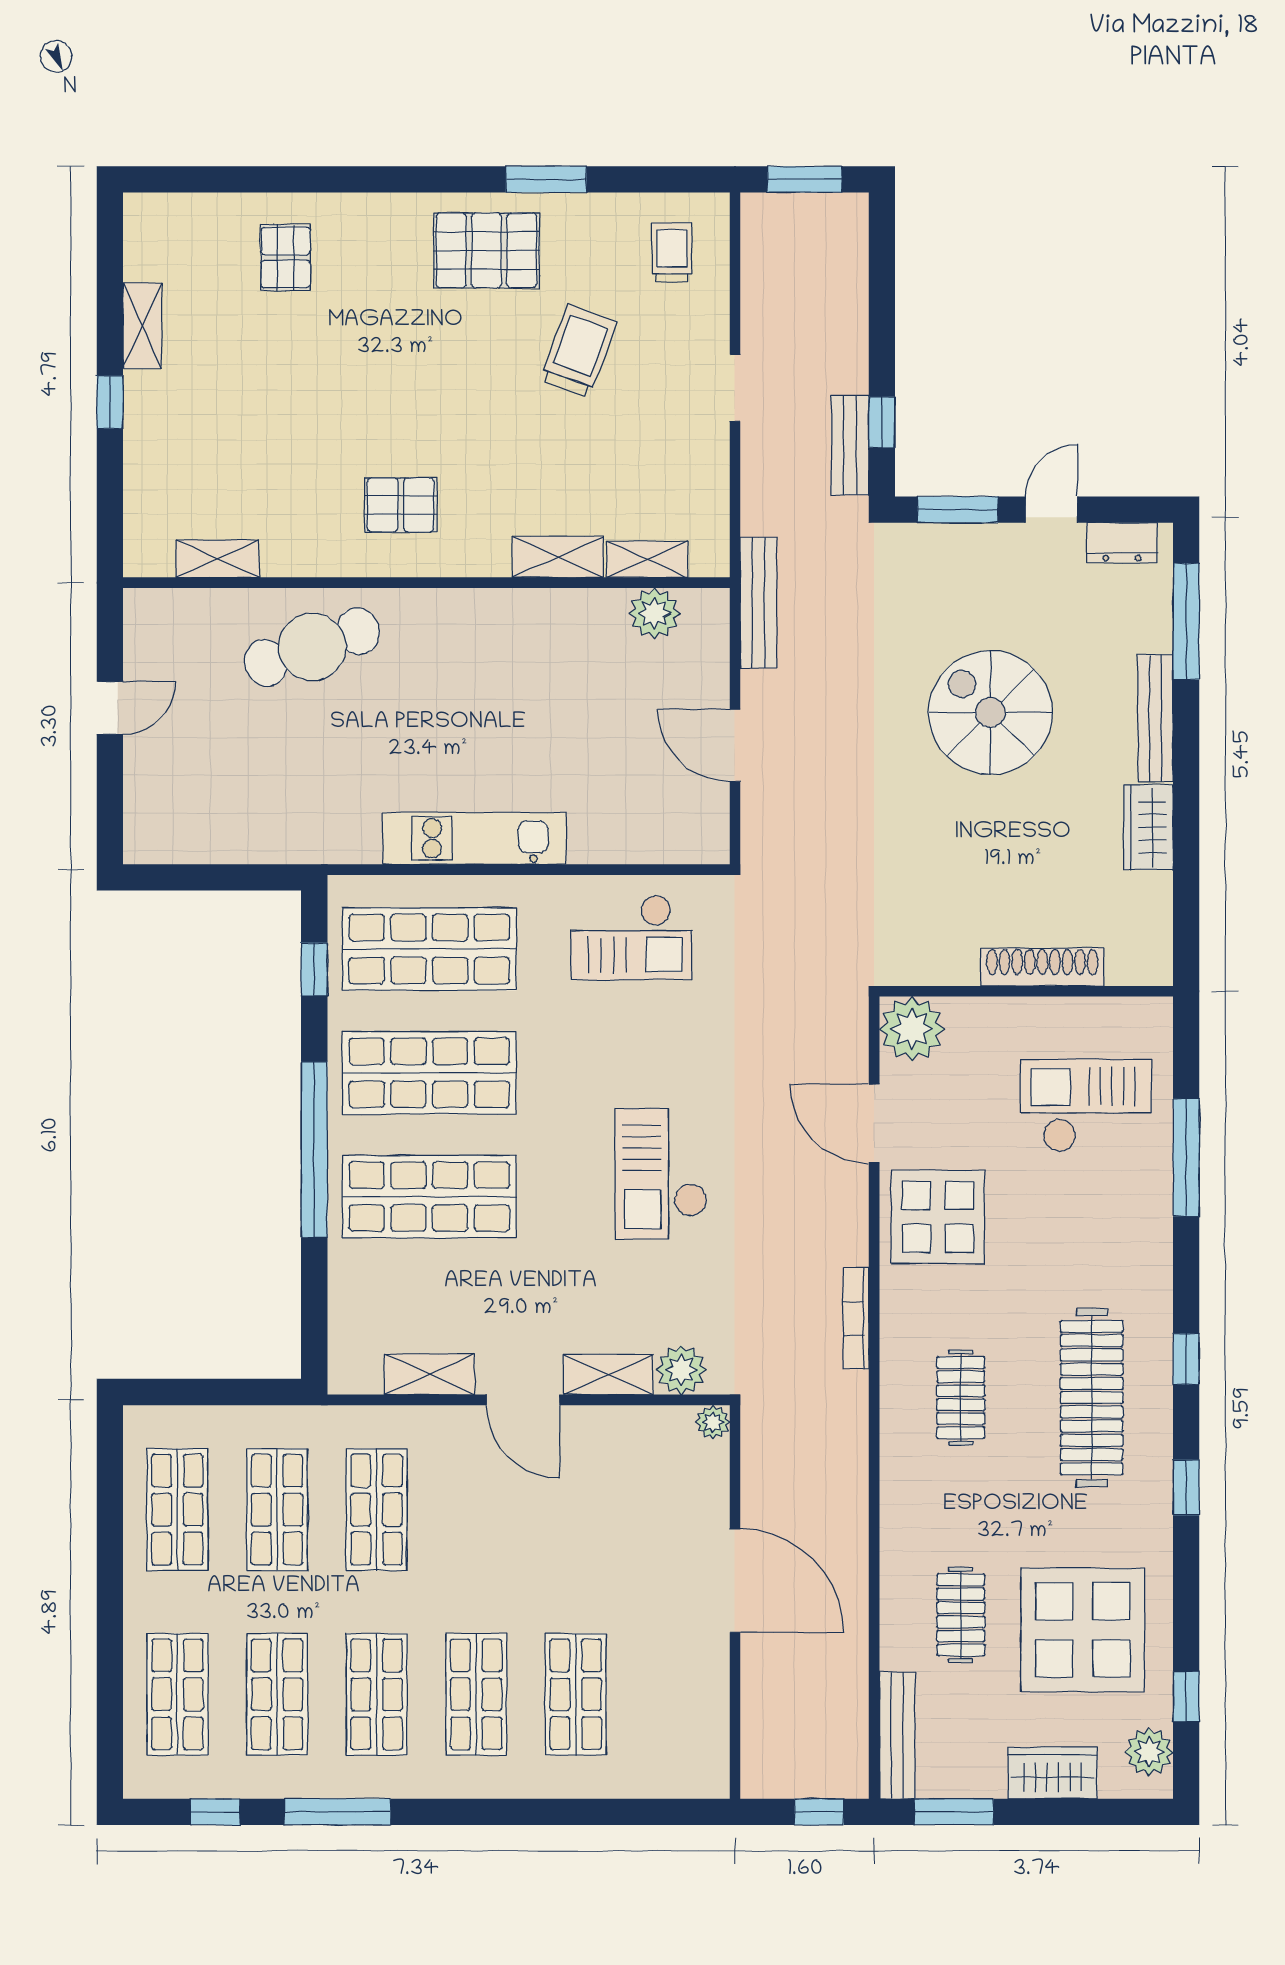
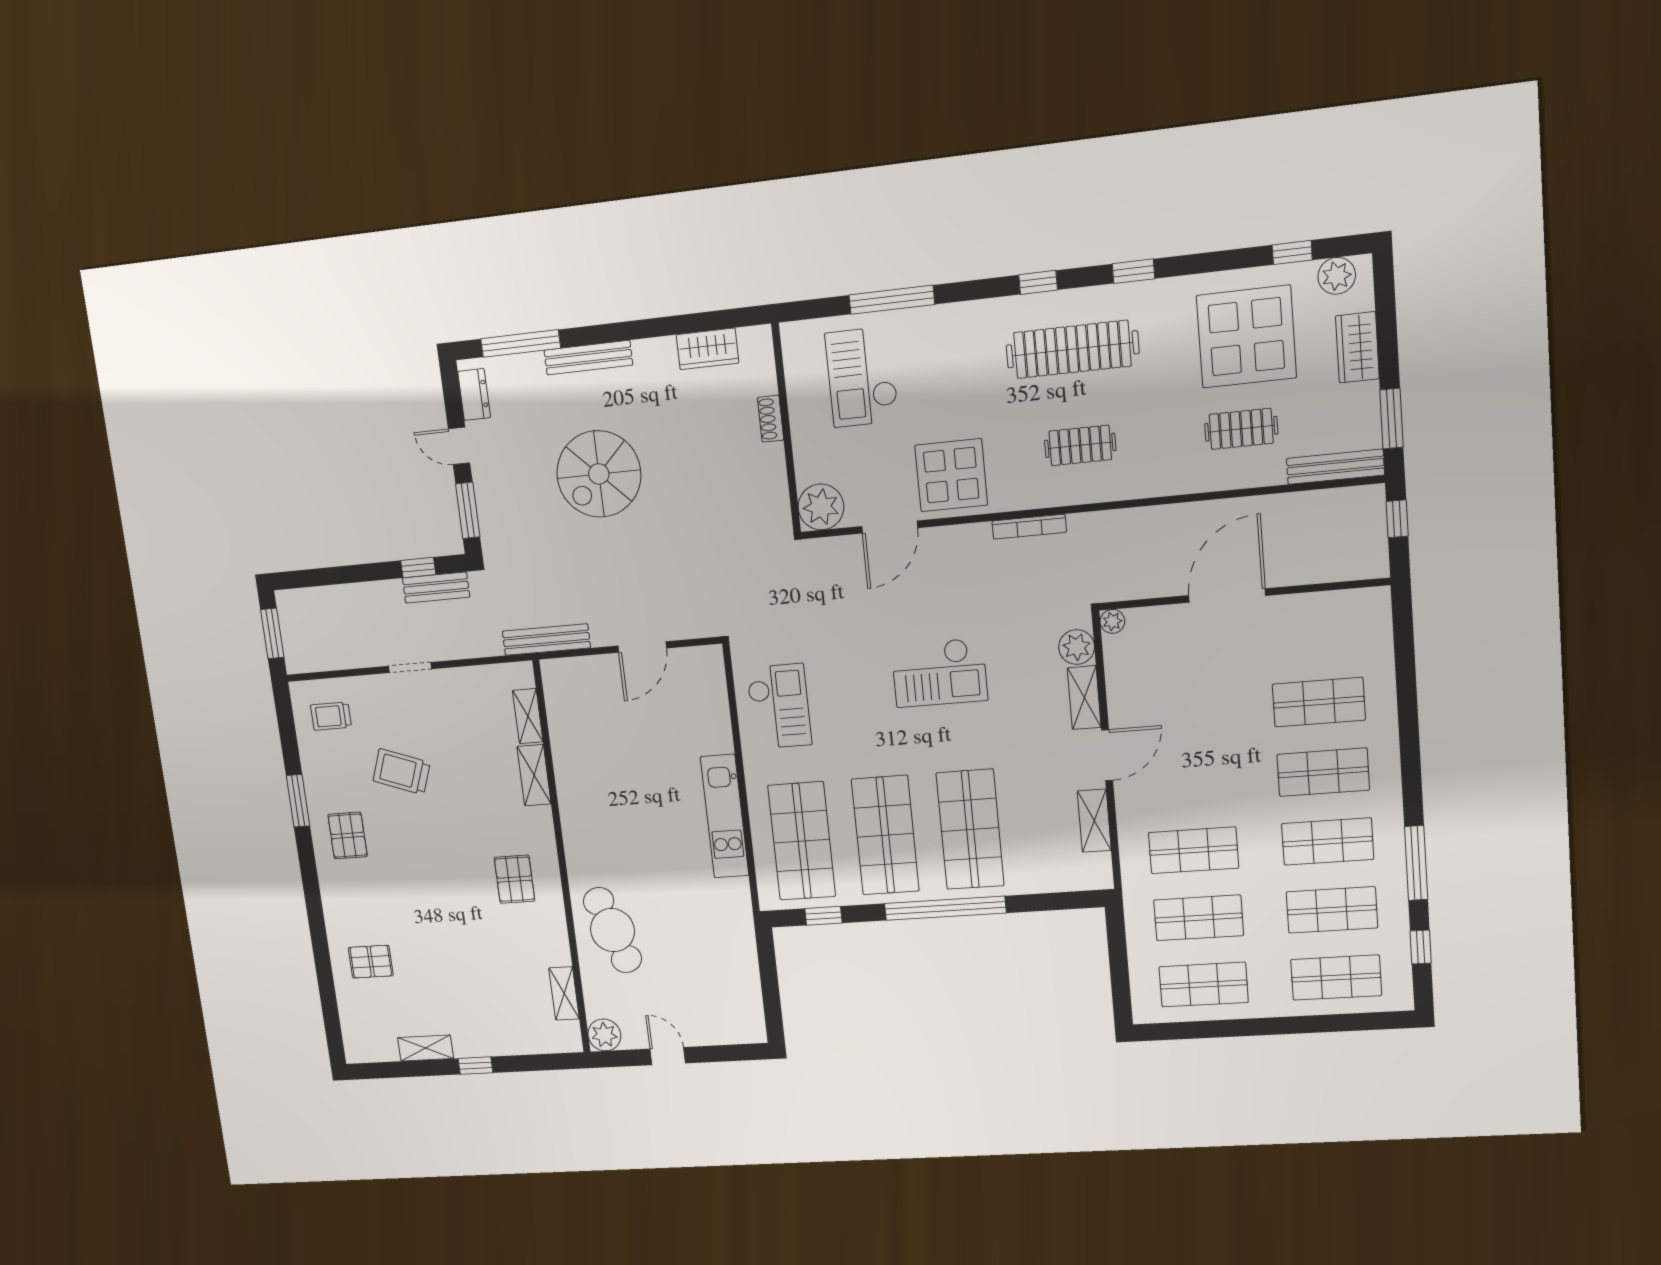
pallet: (486, 250) -> (348, 836), width x0.67, depth x0.71
plant: (654, 613) -> (604, 1035), moved
wardrobe: (1148, 827) -> (707, 349), moved
shoe rack: (1042, 967) -> (771, 419), width x0.51, depth x0.81

